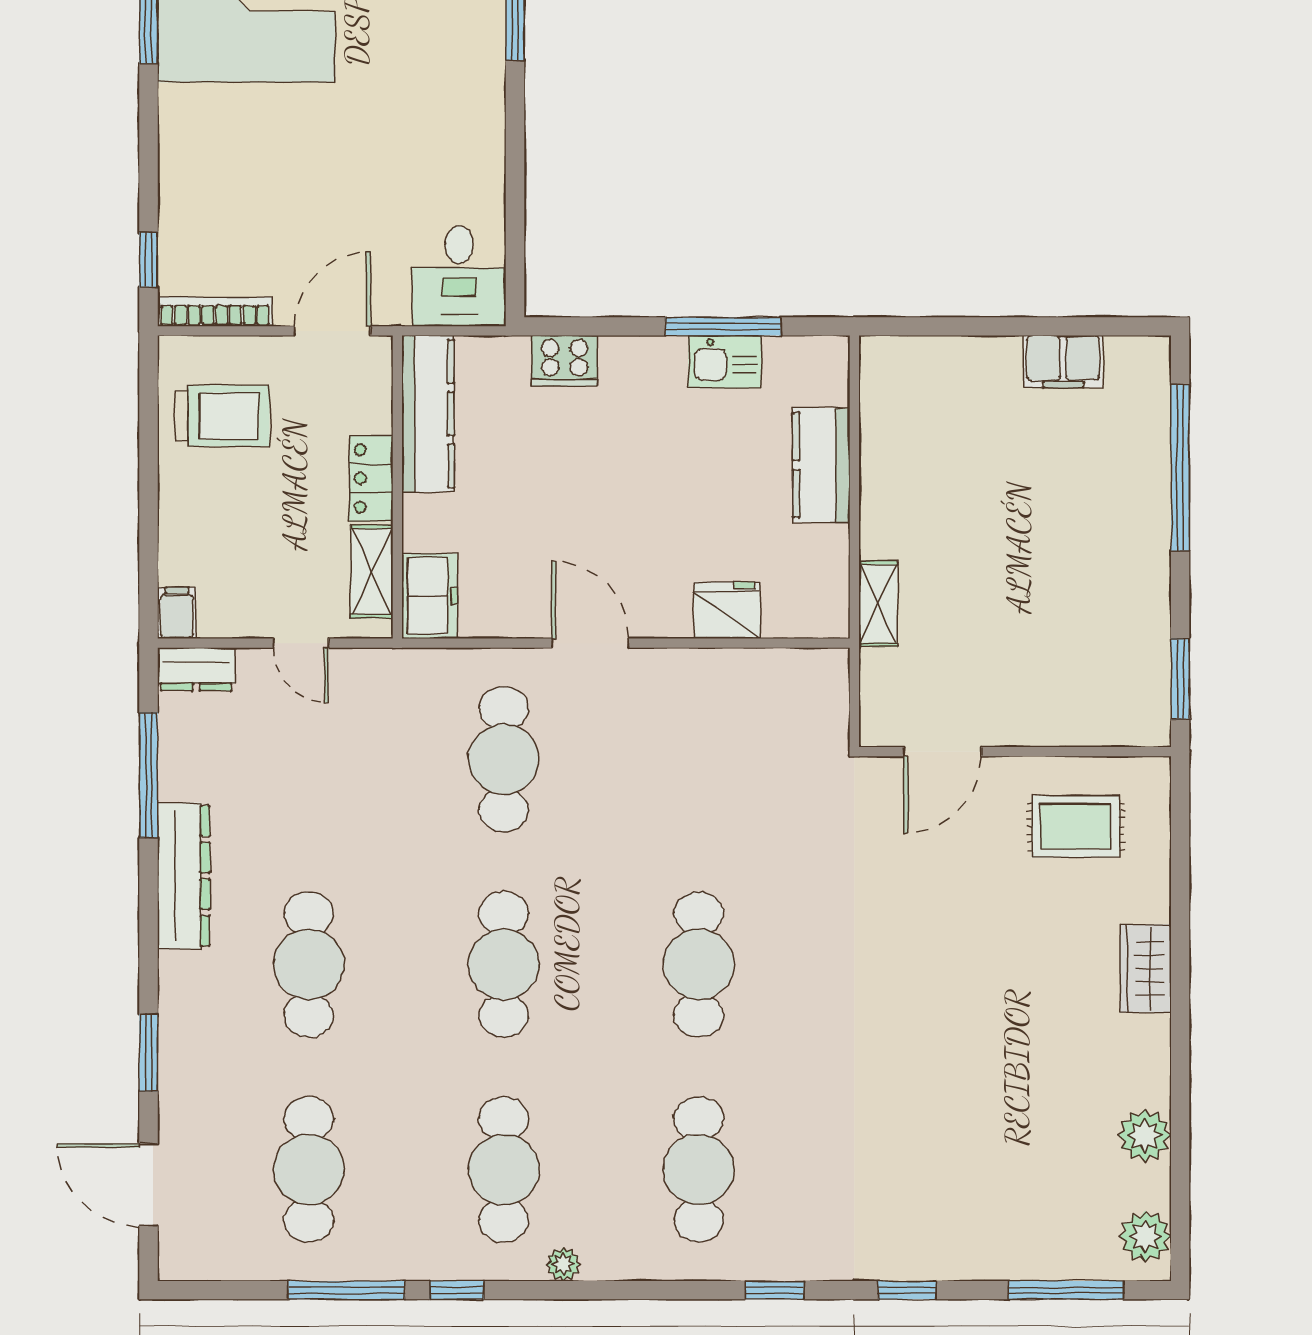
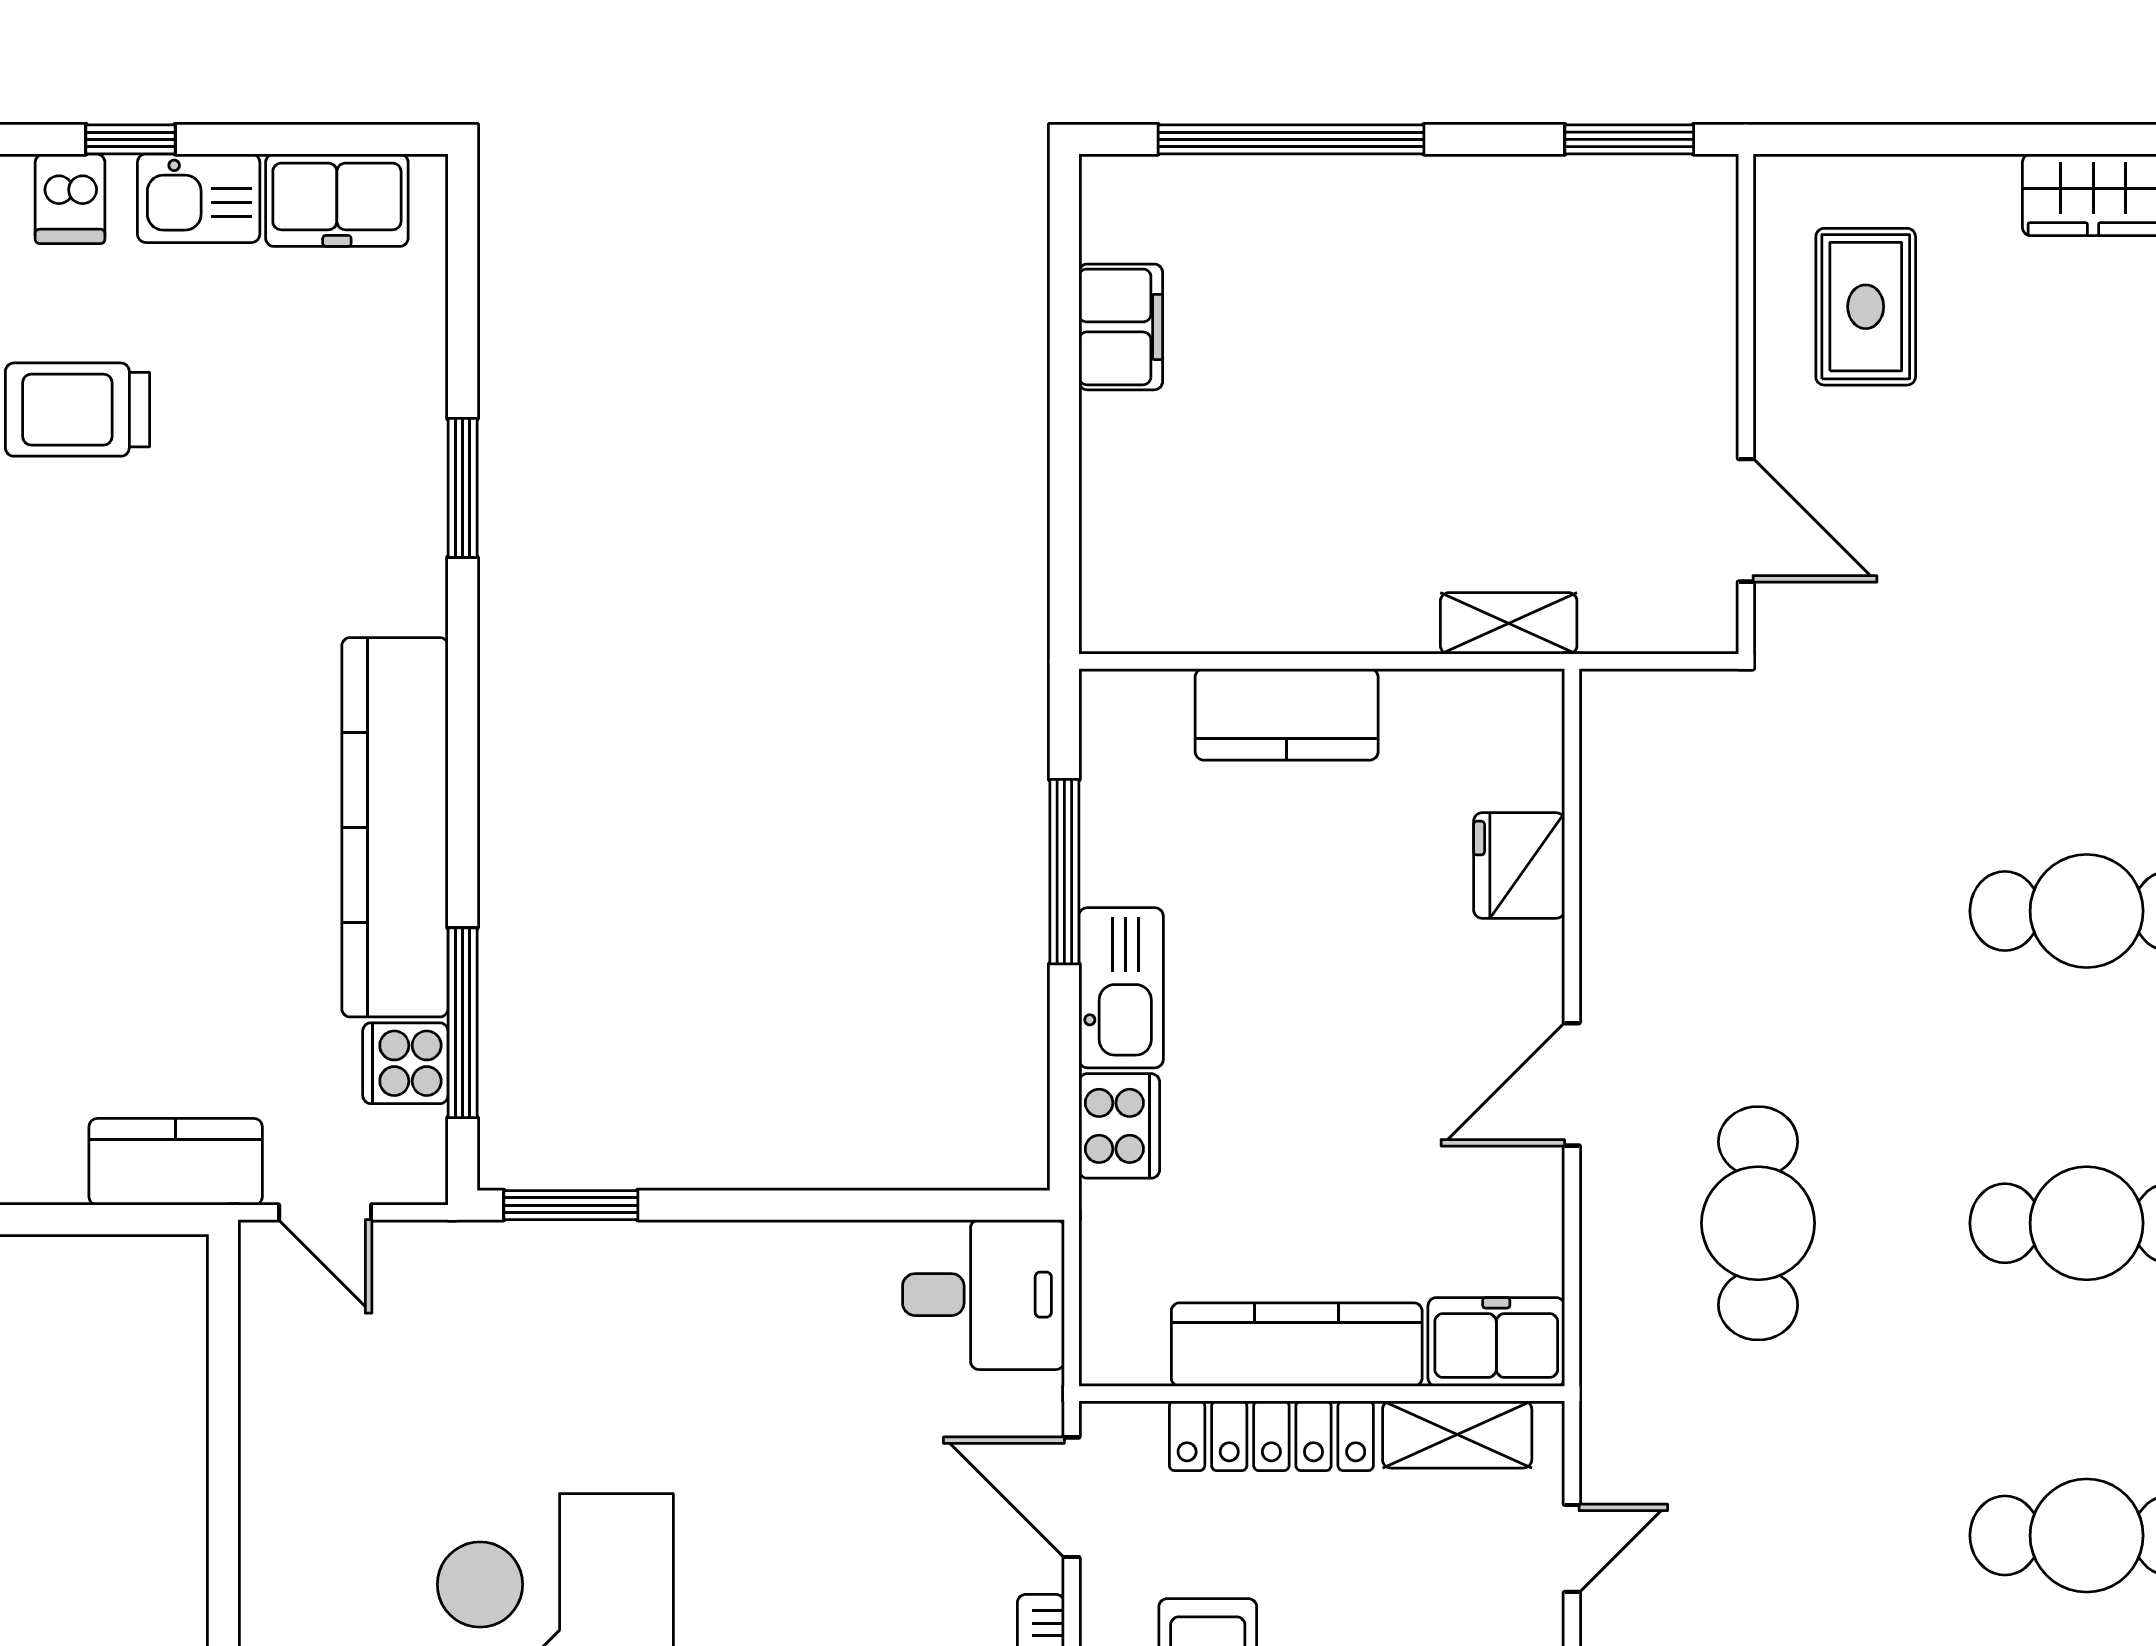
kitchen sink: (725, 362) -> (1121, 988), moved, width x1.38
kitchen counter: (428, 414) -> (1297, 1345), moved
locker: (371, 478) -> (1271, 1436), width x1.53
cafe table: (504, 759) -> (1758, 1223), turned 90

